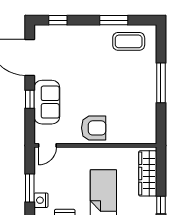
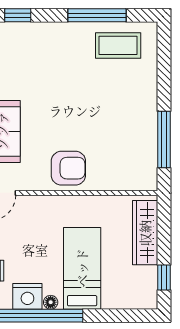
window: (114, 20) -> (97, 15), width x1.44
window: (161, 83) -> (164, 140), moved

